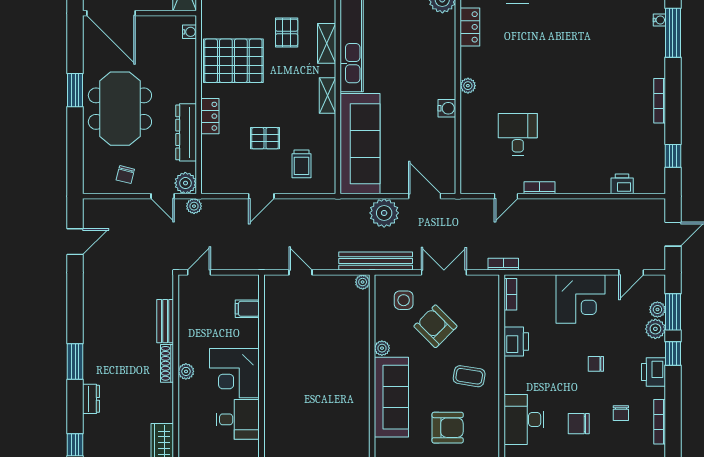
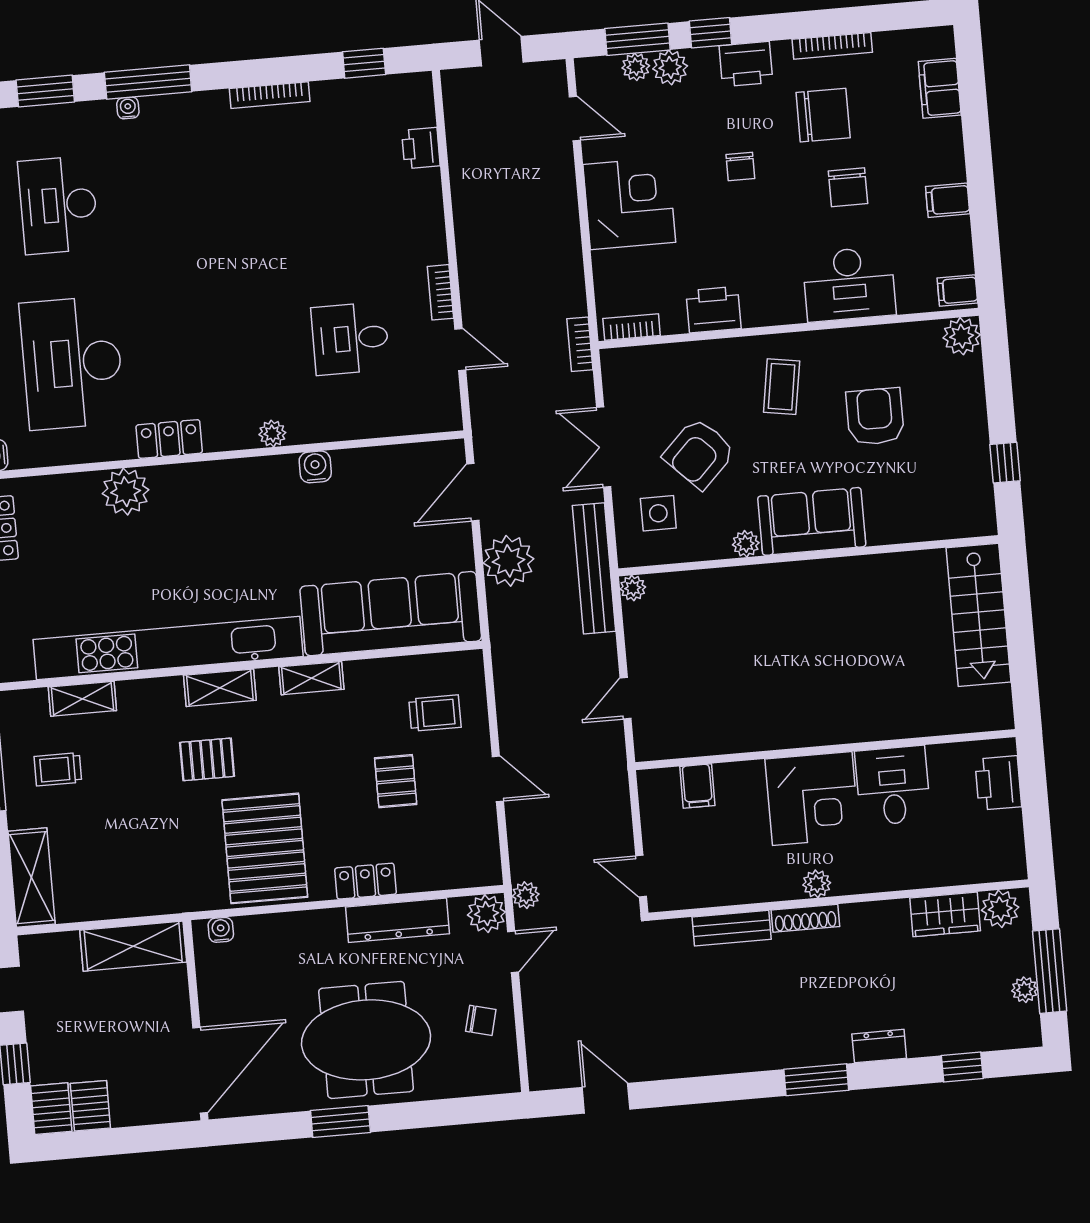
sofa: (391, 397) -> (812, 521), width x0.73
chair: (621, 413) -> (823, 115), width x1.87, depth x1.87

